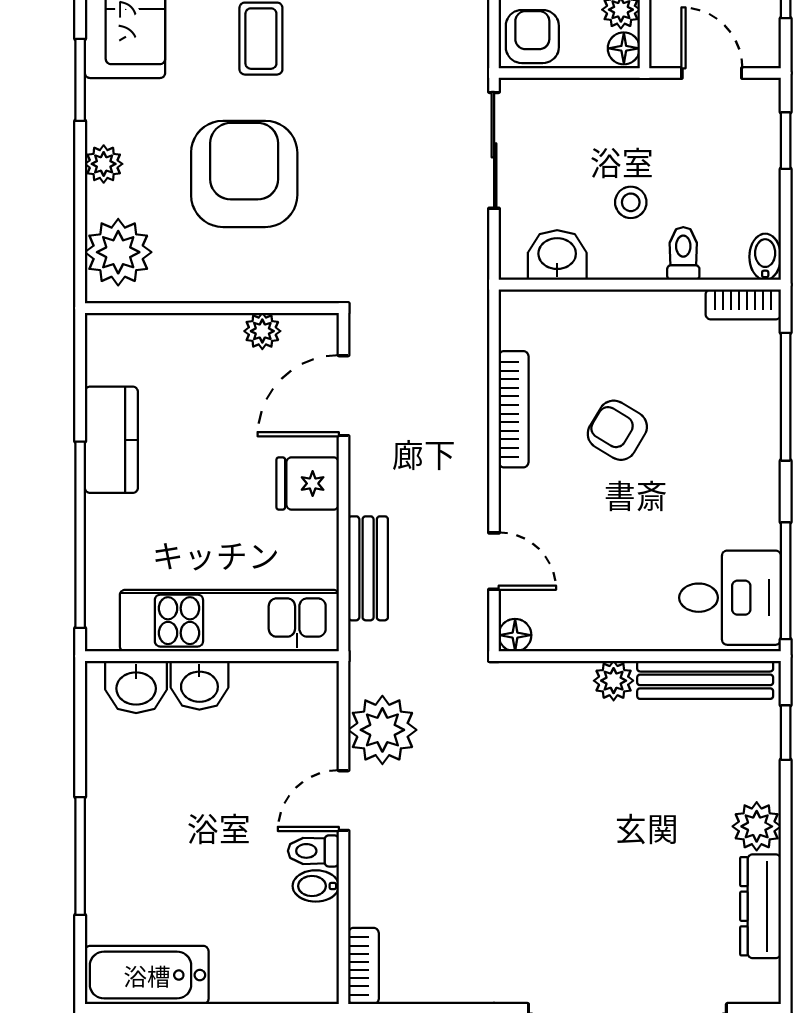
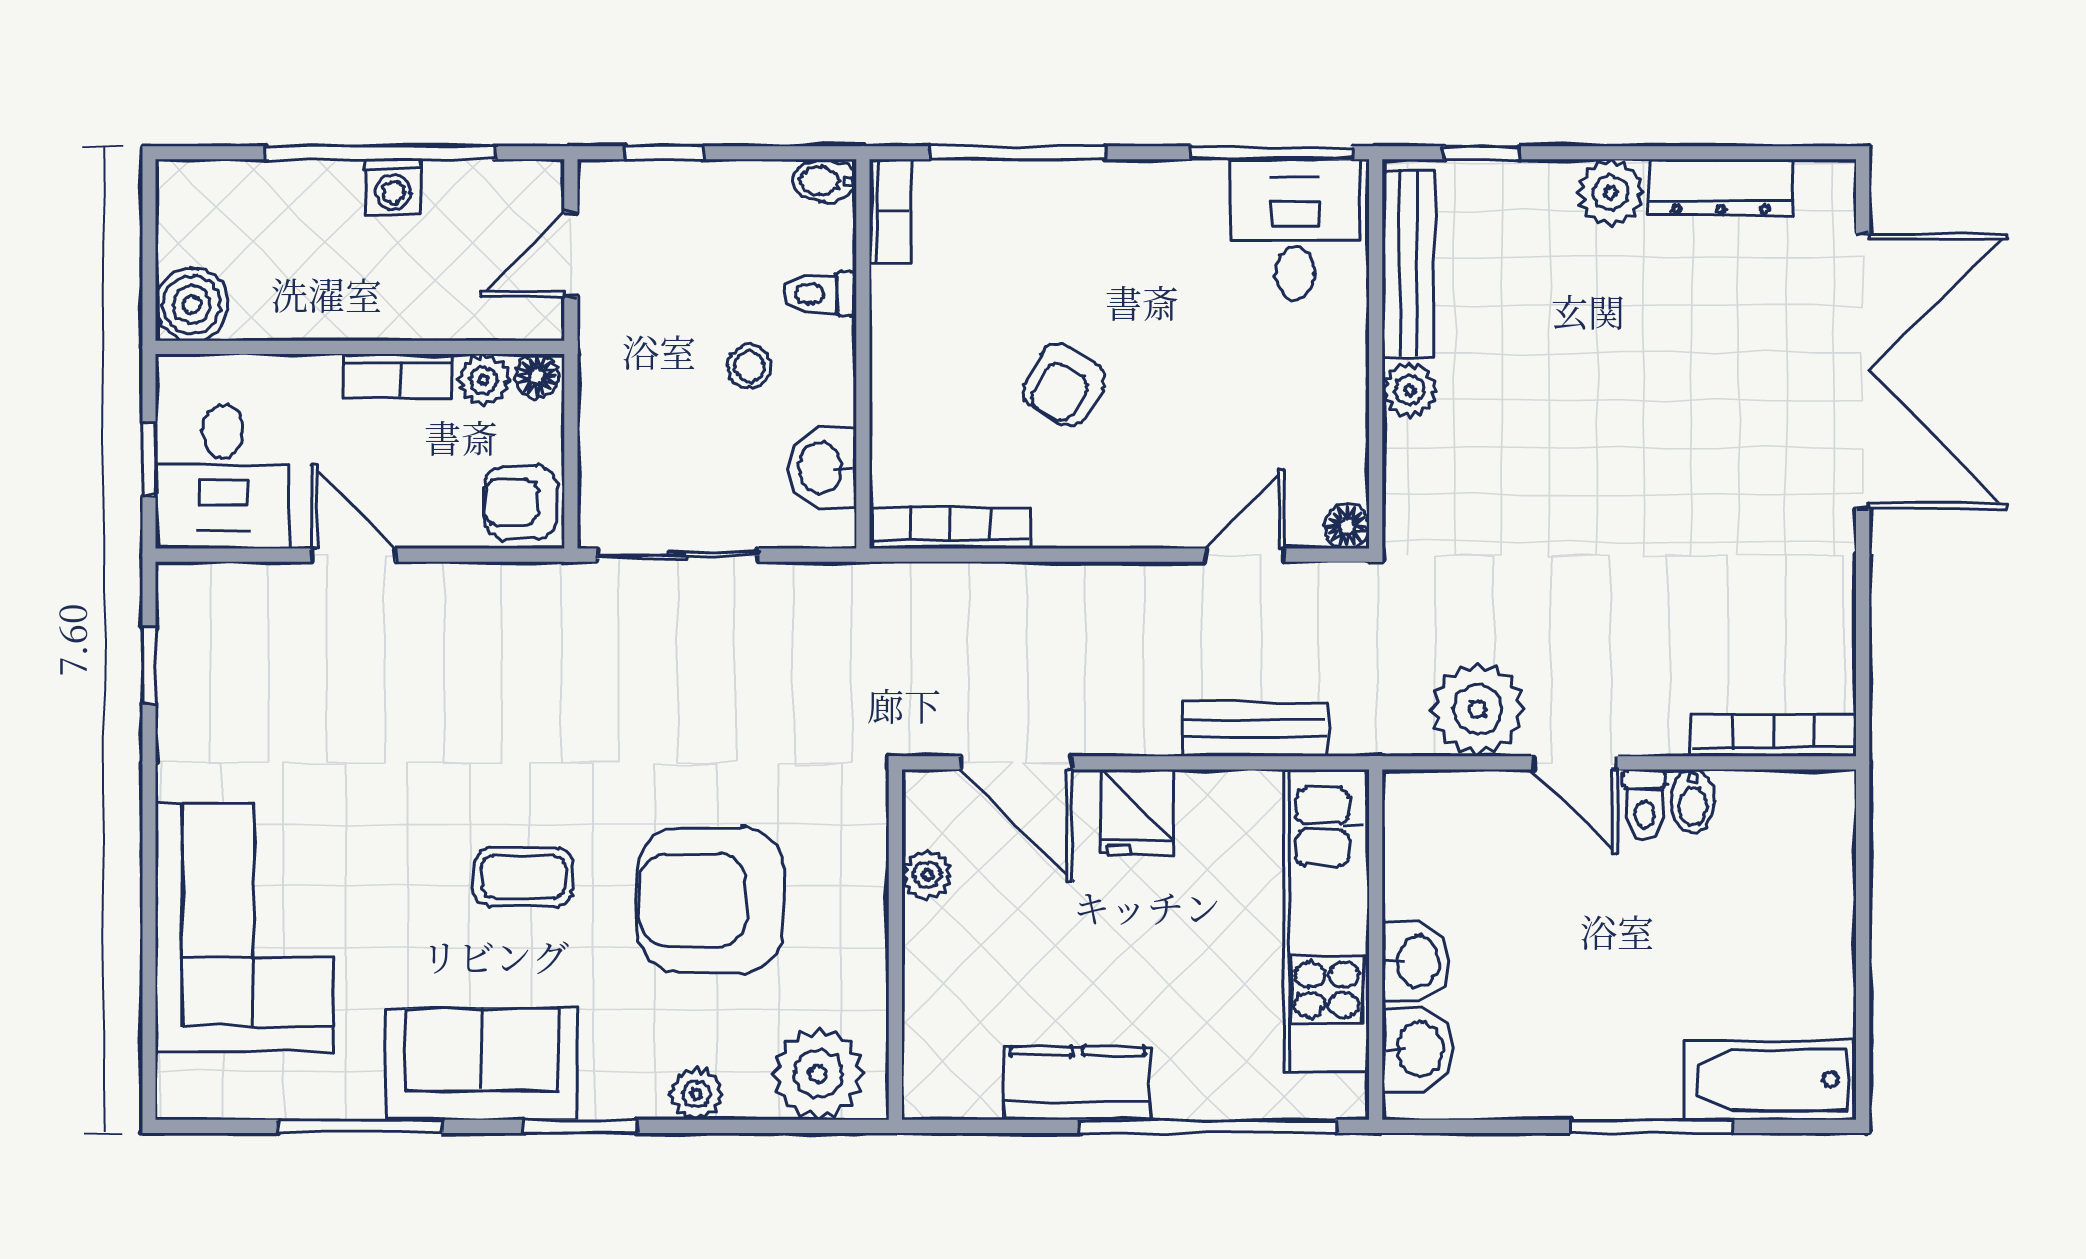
bookcase: (514, 409) -> (950, 528), moved
bookcase: (363, 966) -> (1774, 735), width x1.56
bathtub: (147, 975) -> (1769, 1080), moved, turned 90

